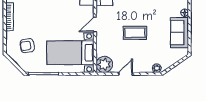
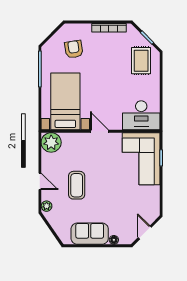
coffee table: (135, 33) -> (77, 185), moved
door: (126, 74) -> (40, 181), moved

